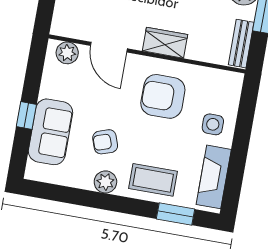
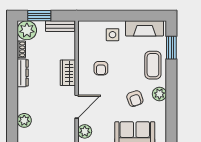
armchair: (163, 96) -> (101, 68), width x0.53, depth x0.53

